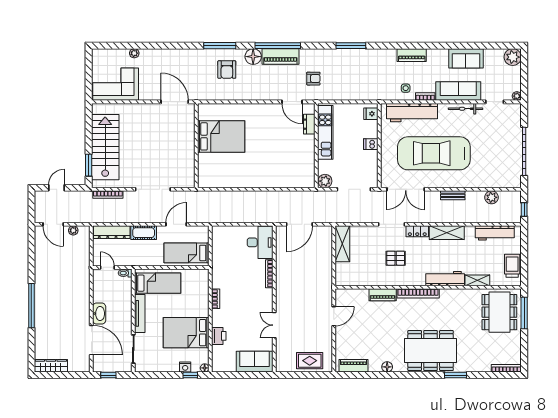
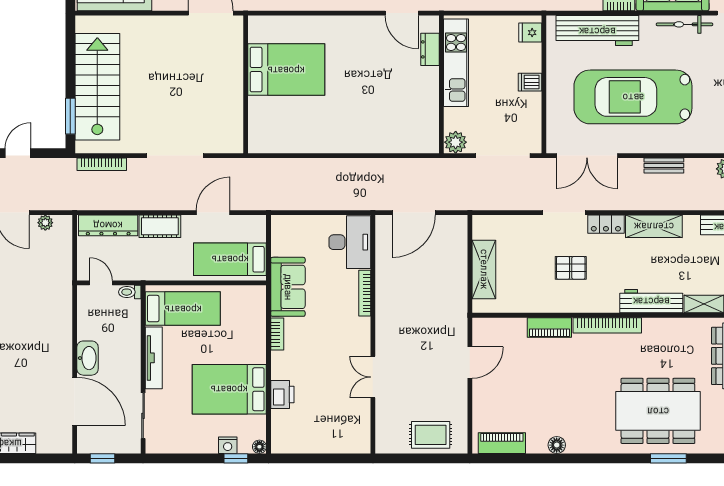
shelving: (342, 244) -> (484, 269), moved
dining table: (431, 351) -> (658, 411), moved
sofa: (254, 362) -> (288, 287), moved, turned 90

